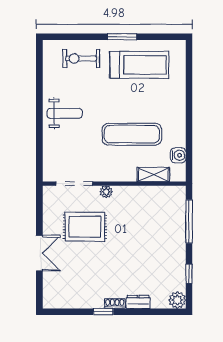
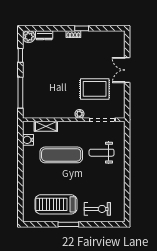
weight bench: (65, 113) -> (102, 153), moved
dresser: (138, 302) -> (44, 35), moved

